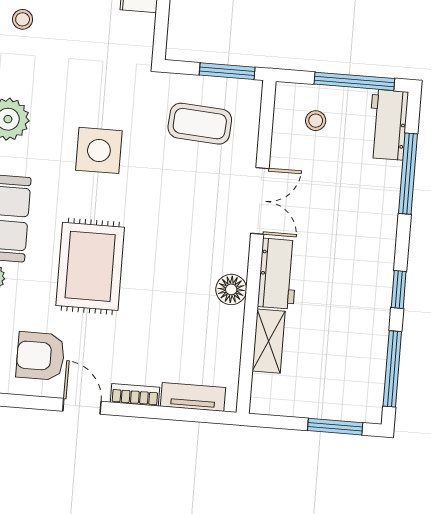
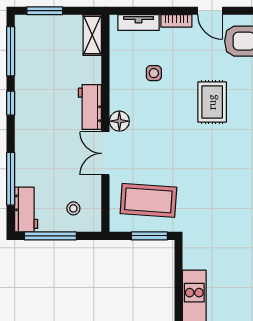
window: (227, 71) -> (149, 236), moved
coffee table: (200, 124) -> (148, 200), width x1.36, depth x1.32
side table: (99, 150) -> (154, 73), moved, width x0.54, depth x0.54
rug: (90, 266) -> (212, 102), width x0.73, depth x0.70
floor lamp: (231, 289) -> (119, 121), moved
shelving: (269, 341) -> (92, 35), moved

